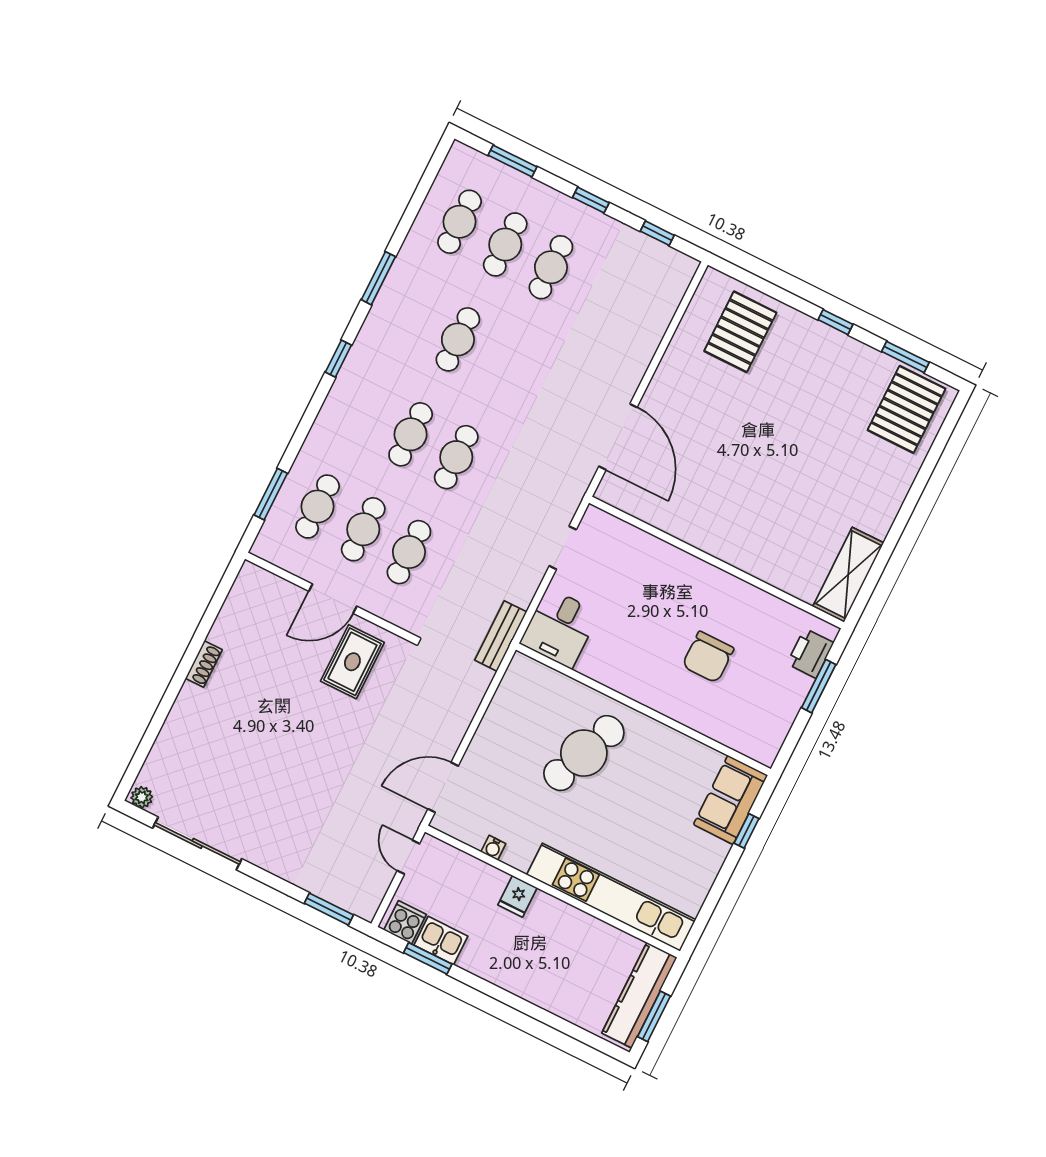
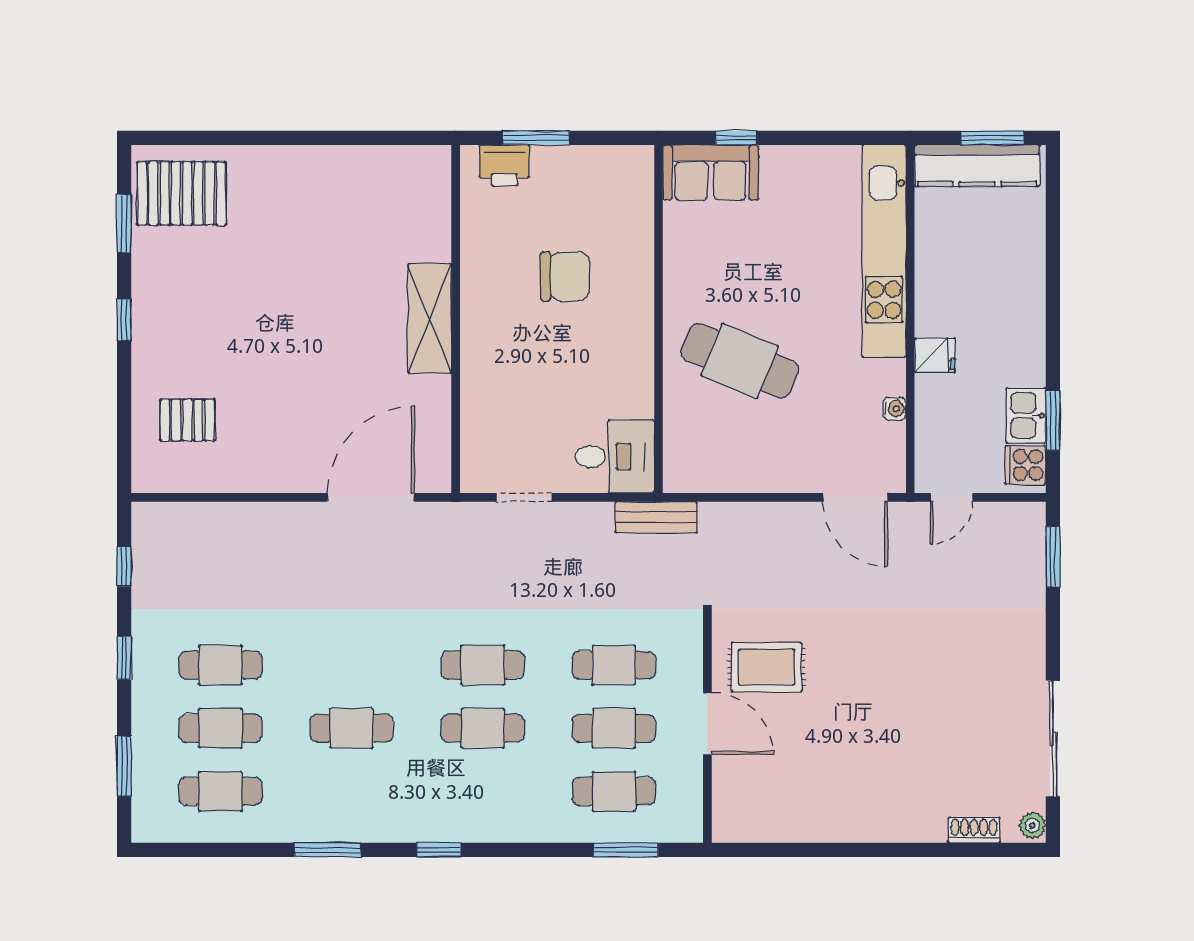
pallet: (740, 332) -> (187, 420), width x0.67, depth x0.71
shelving: (848, 574) -> (430, 318), moved, turned 90
shoe rack: (204, 664) -> (974, 830), moved

